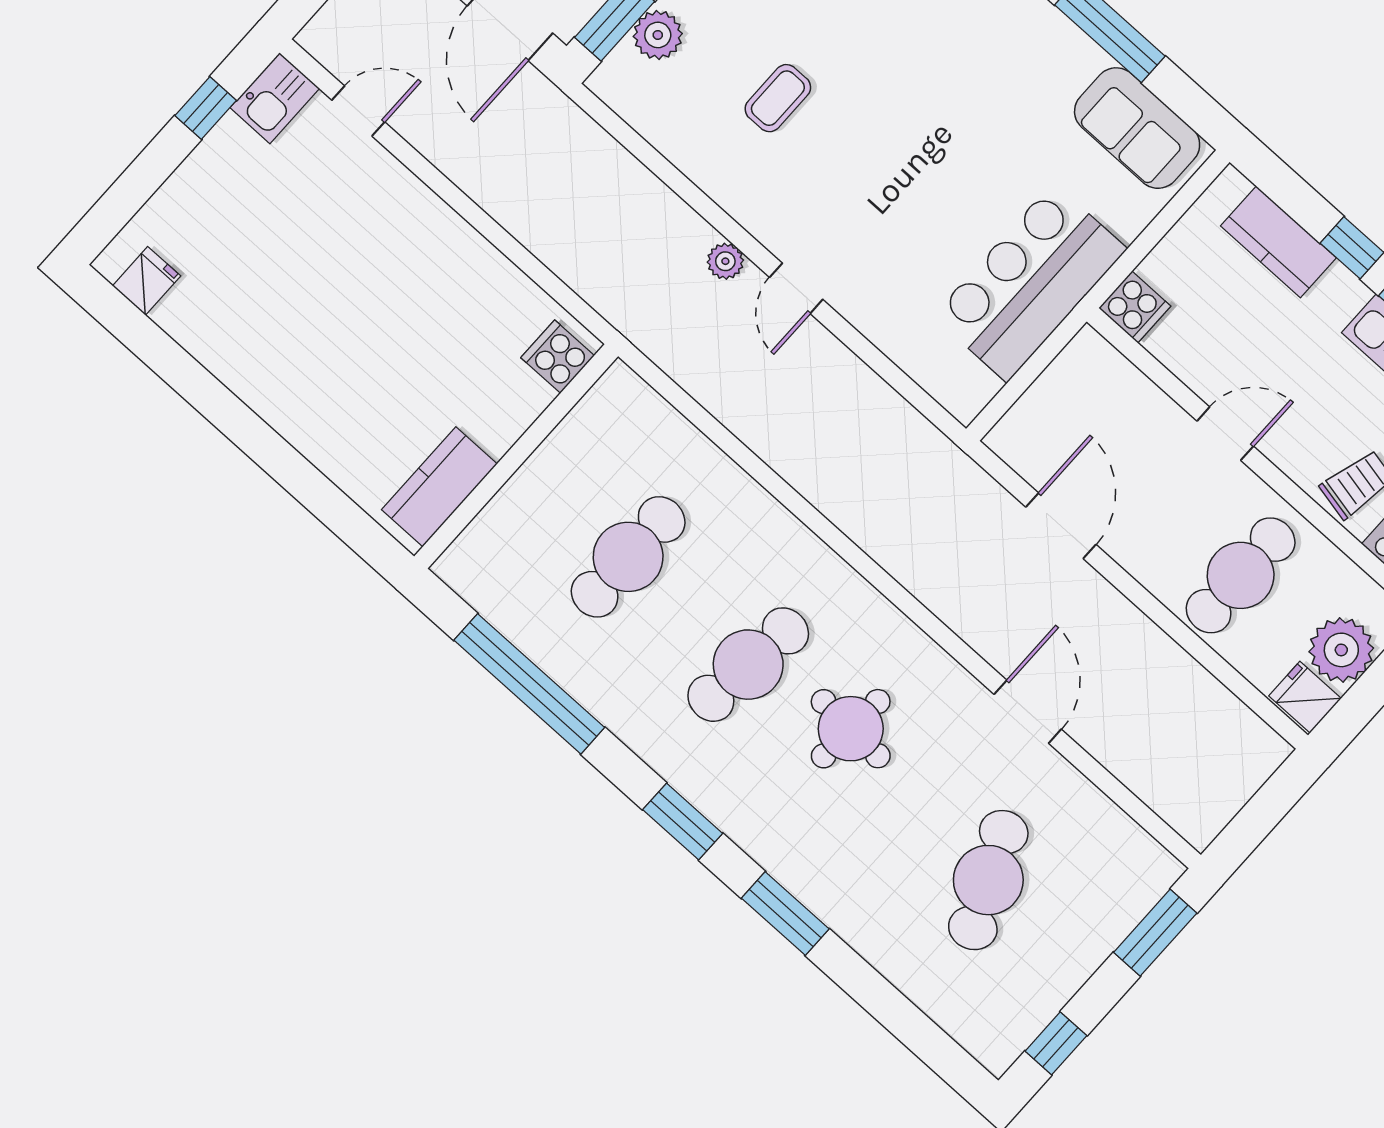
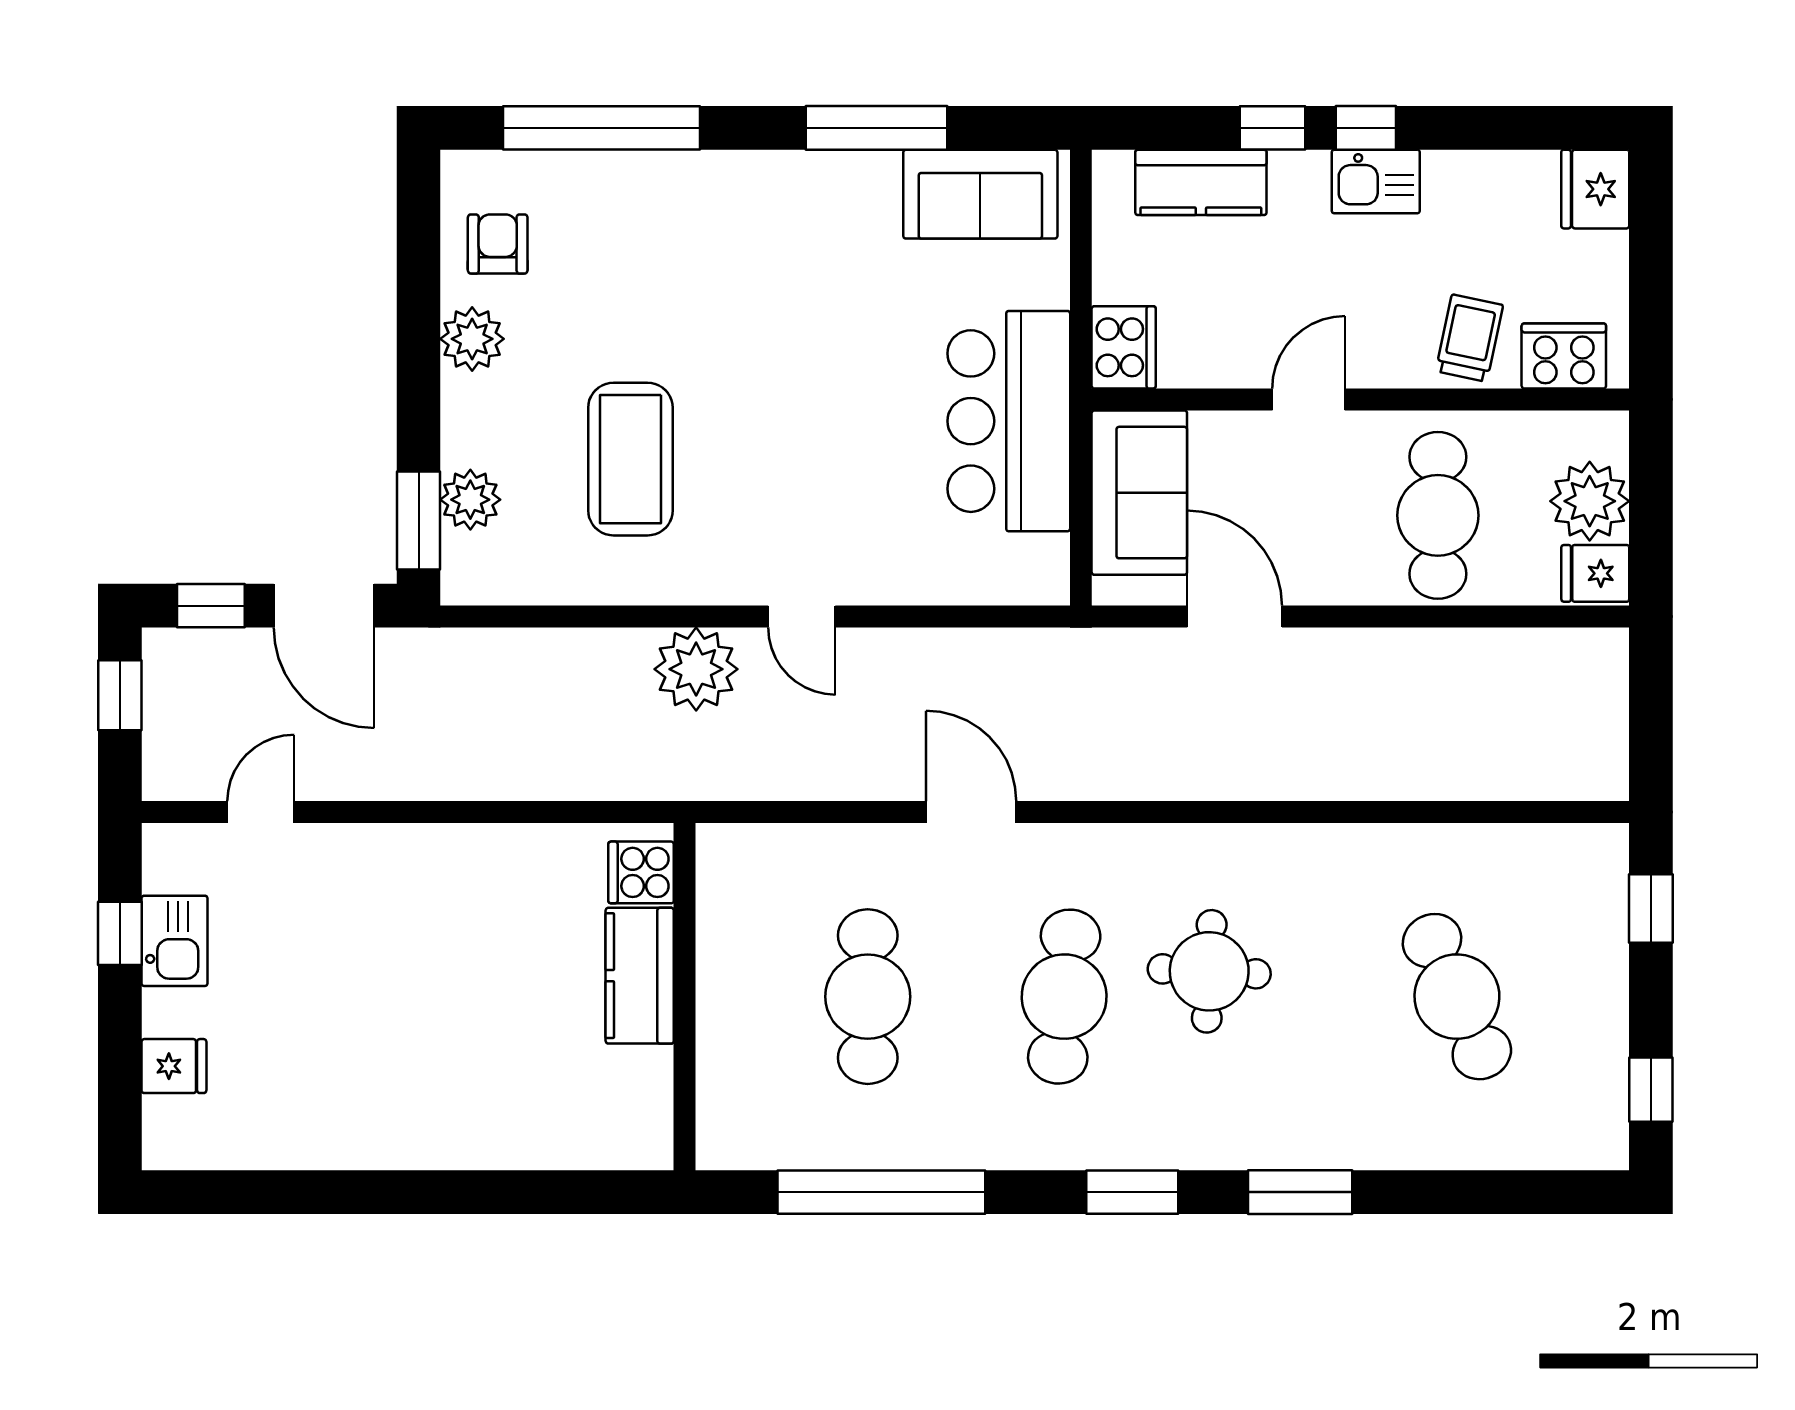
kitchen sink: (275, 98) -> (174, 941), moved
coffee table: (778, 98) -> (630, 459), width x1.86, depth x1.72
plant: (725, 261) -> (696, 669), width x1.88, depth x1.88
fridge: (147, 281) -> (174, 1066), moved, turned 90
cooker: (1135, 307) -> (1124, 347), width x1.36
sofa: (1071, 398) -> (1139, 493), added
kitchen counter: (439, 487) -> (640, 976), moved
door: (1028, 712) -> (971, 812), moved
window: (1155, 933) -> (1651, 909), width x0.67

